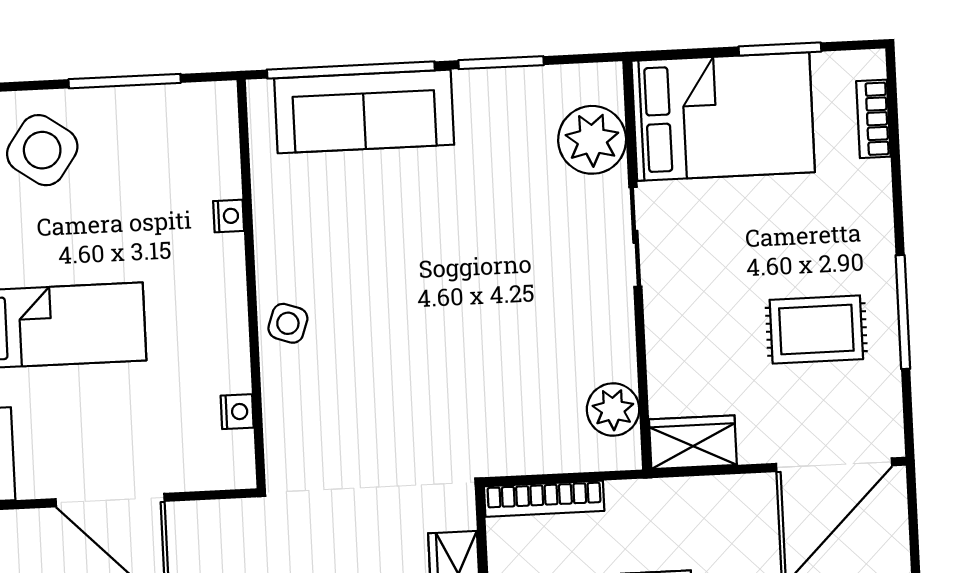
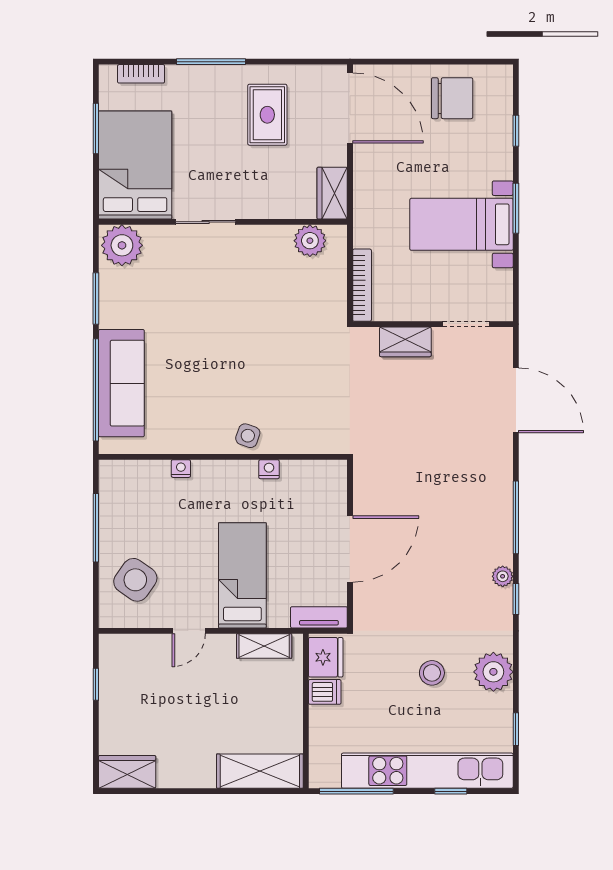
plant: (592, 140) -> (122, 245), moved
window: (903, 312) -> (211, 62), moved
nightstand: (237, 412) -> (269, 469), moved

